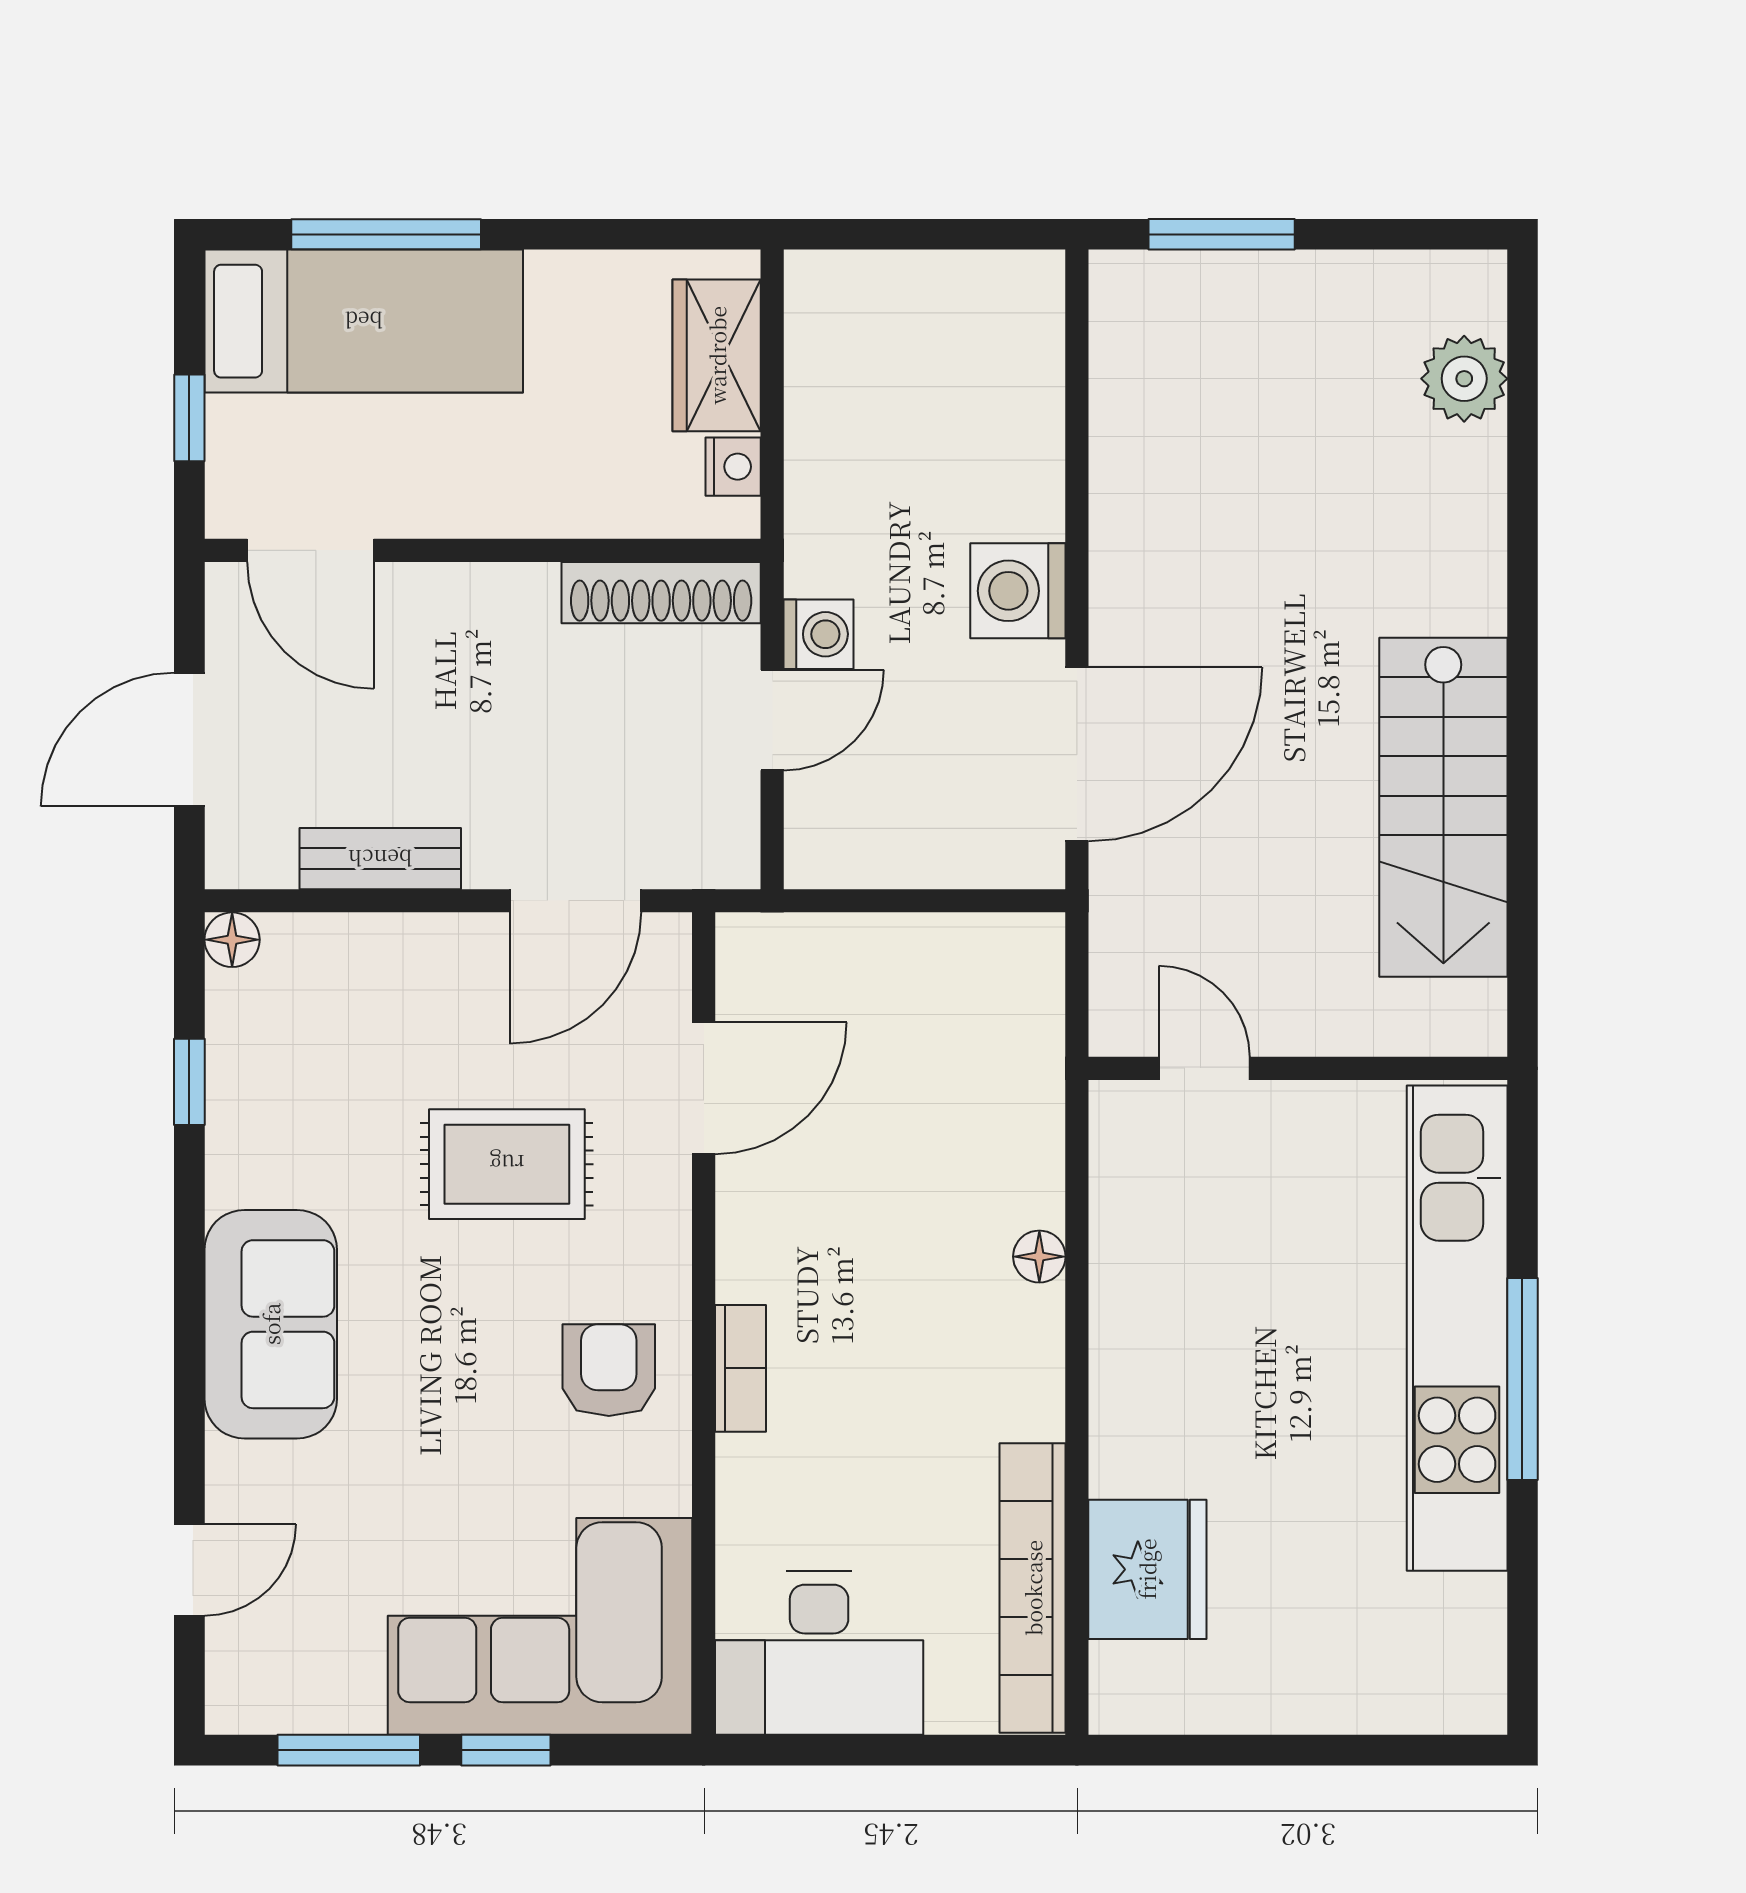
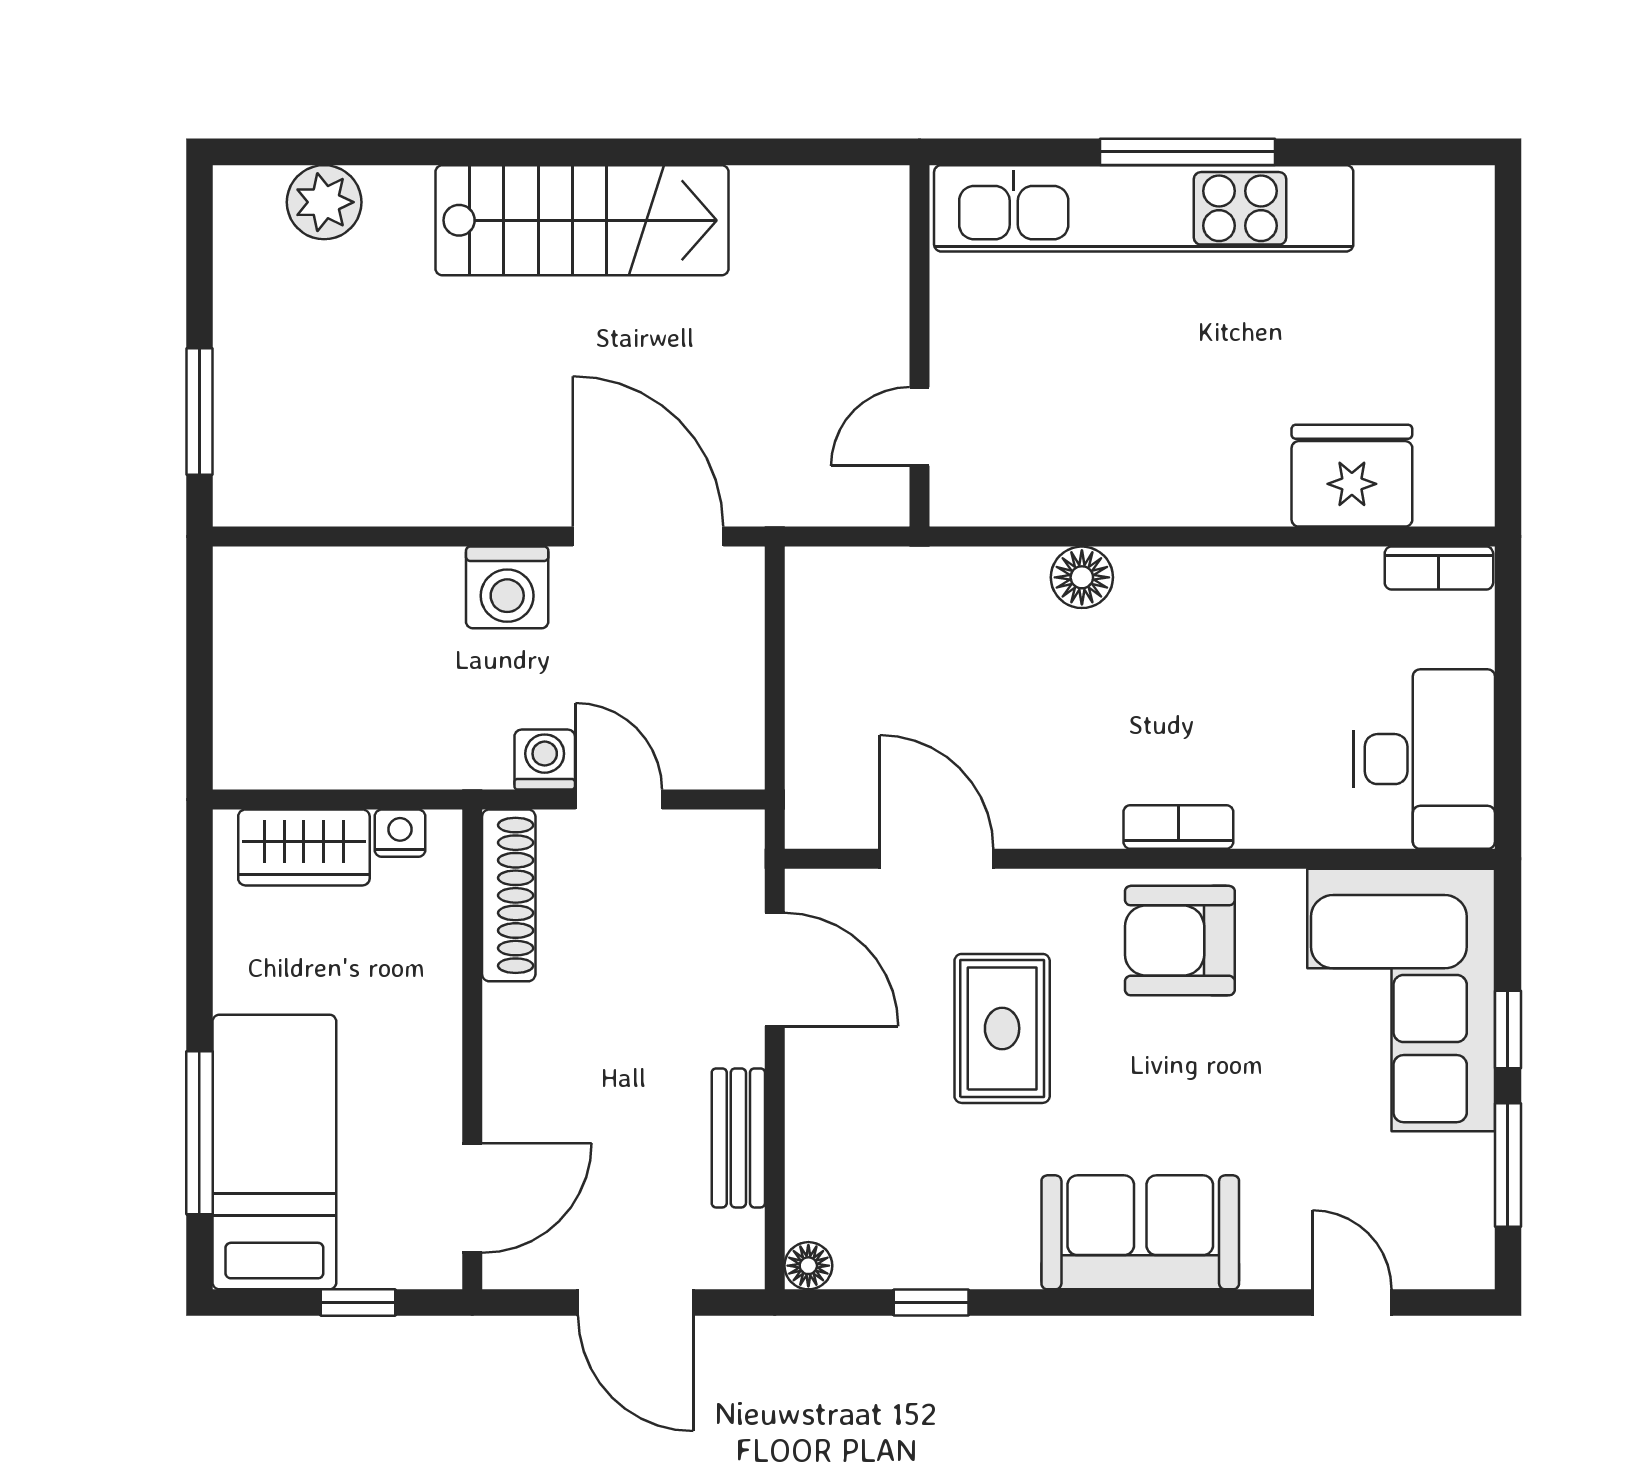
stairs: (1443, 807) -> (582, 220), moved
floor lamp: (1039, 1257) -> (1082, 577), width x1.37, depth x1.37
armchair: (609, 1370) -> (1180, 941), width x1.38, depth x1.38
bookcase: (1033, 1588) -> (1439, 568), width x0.43, depth x0.76

